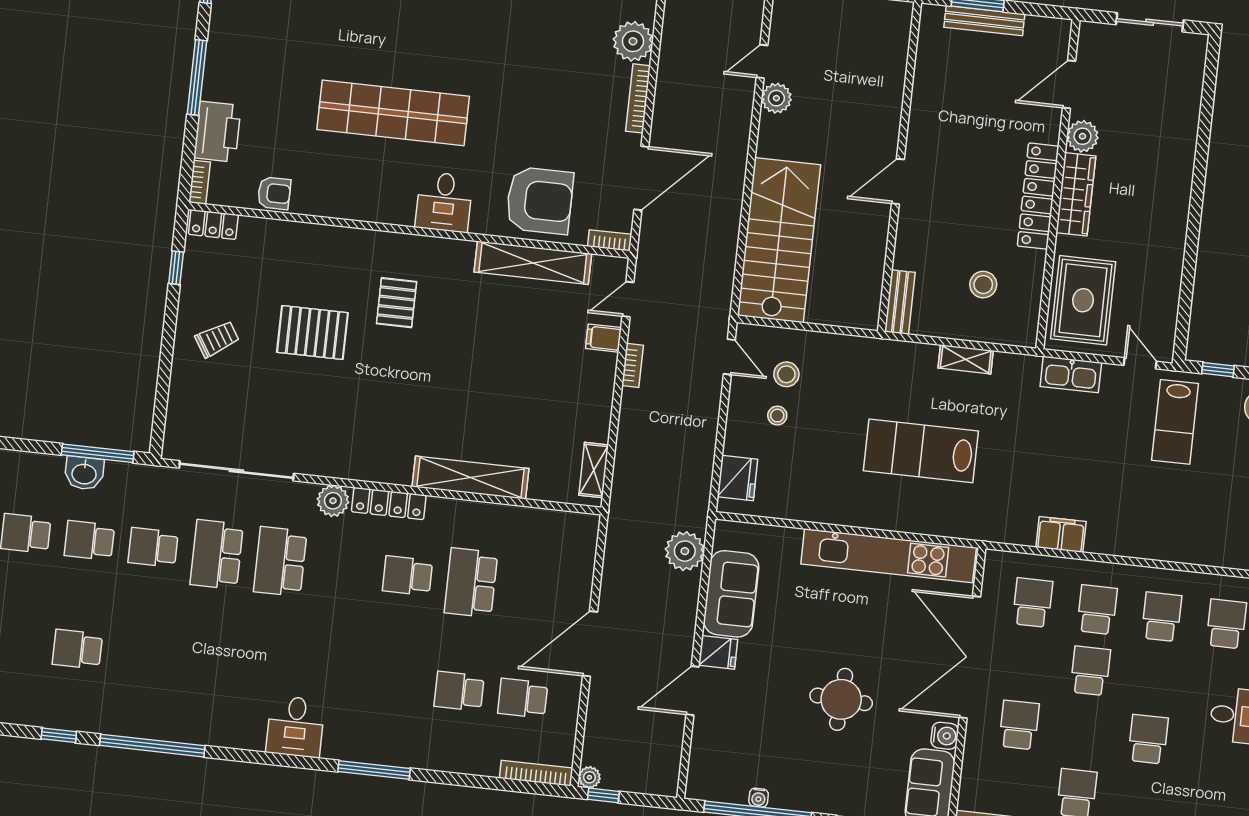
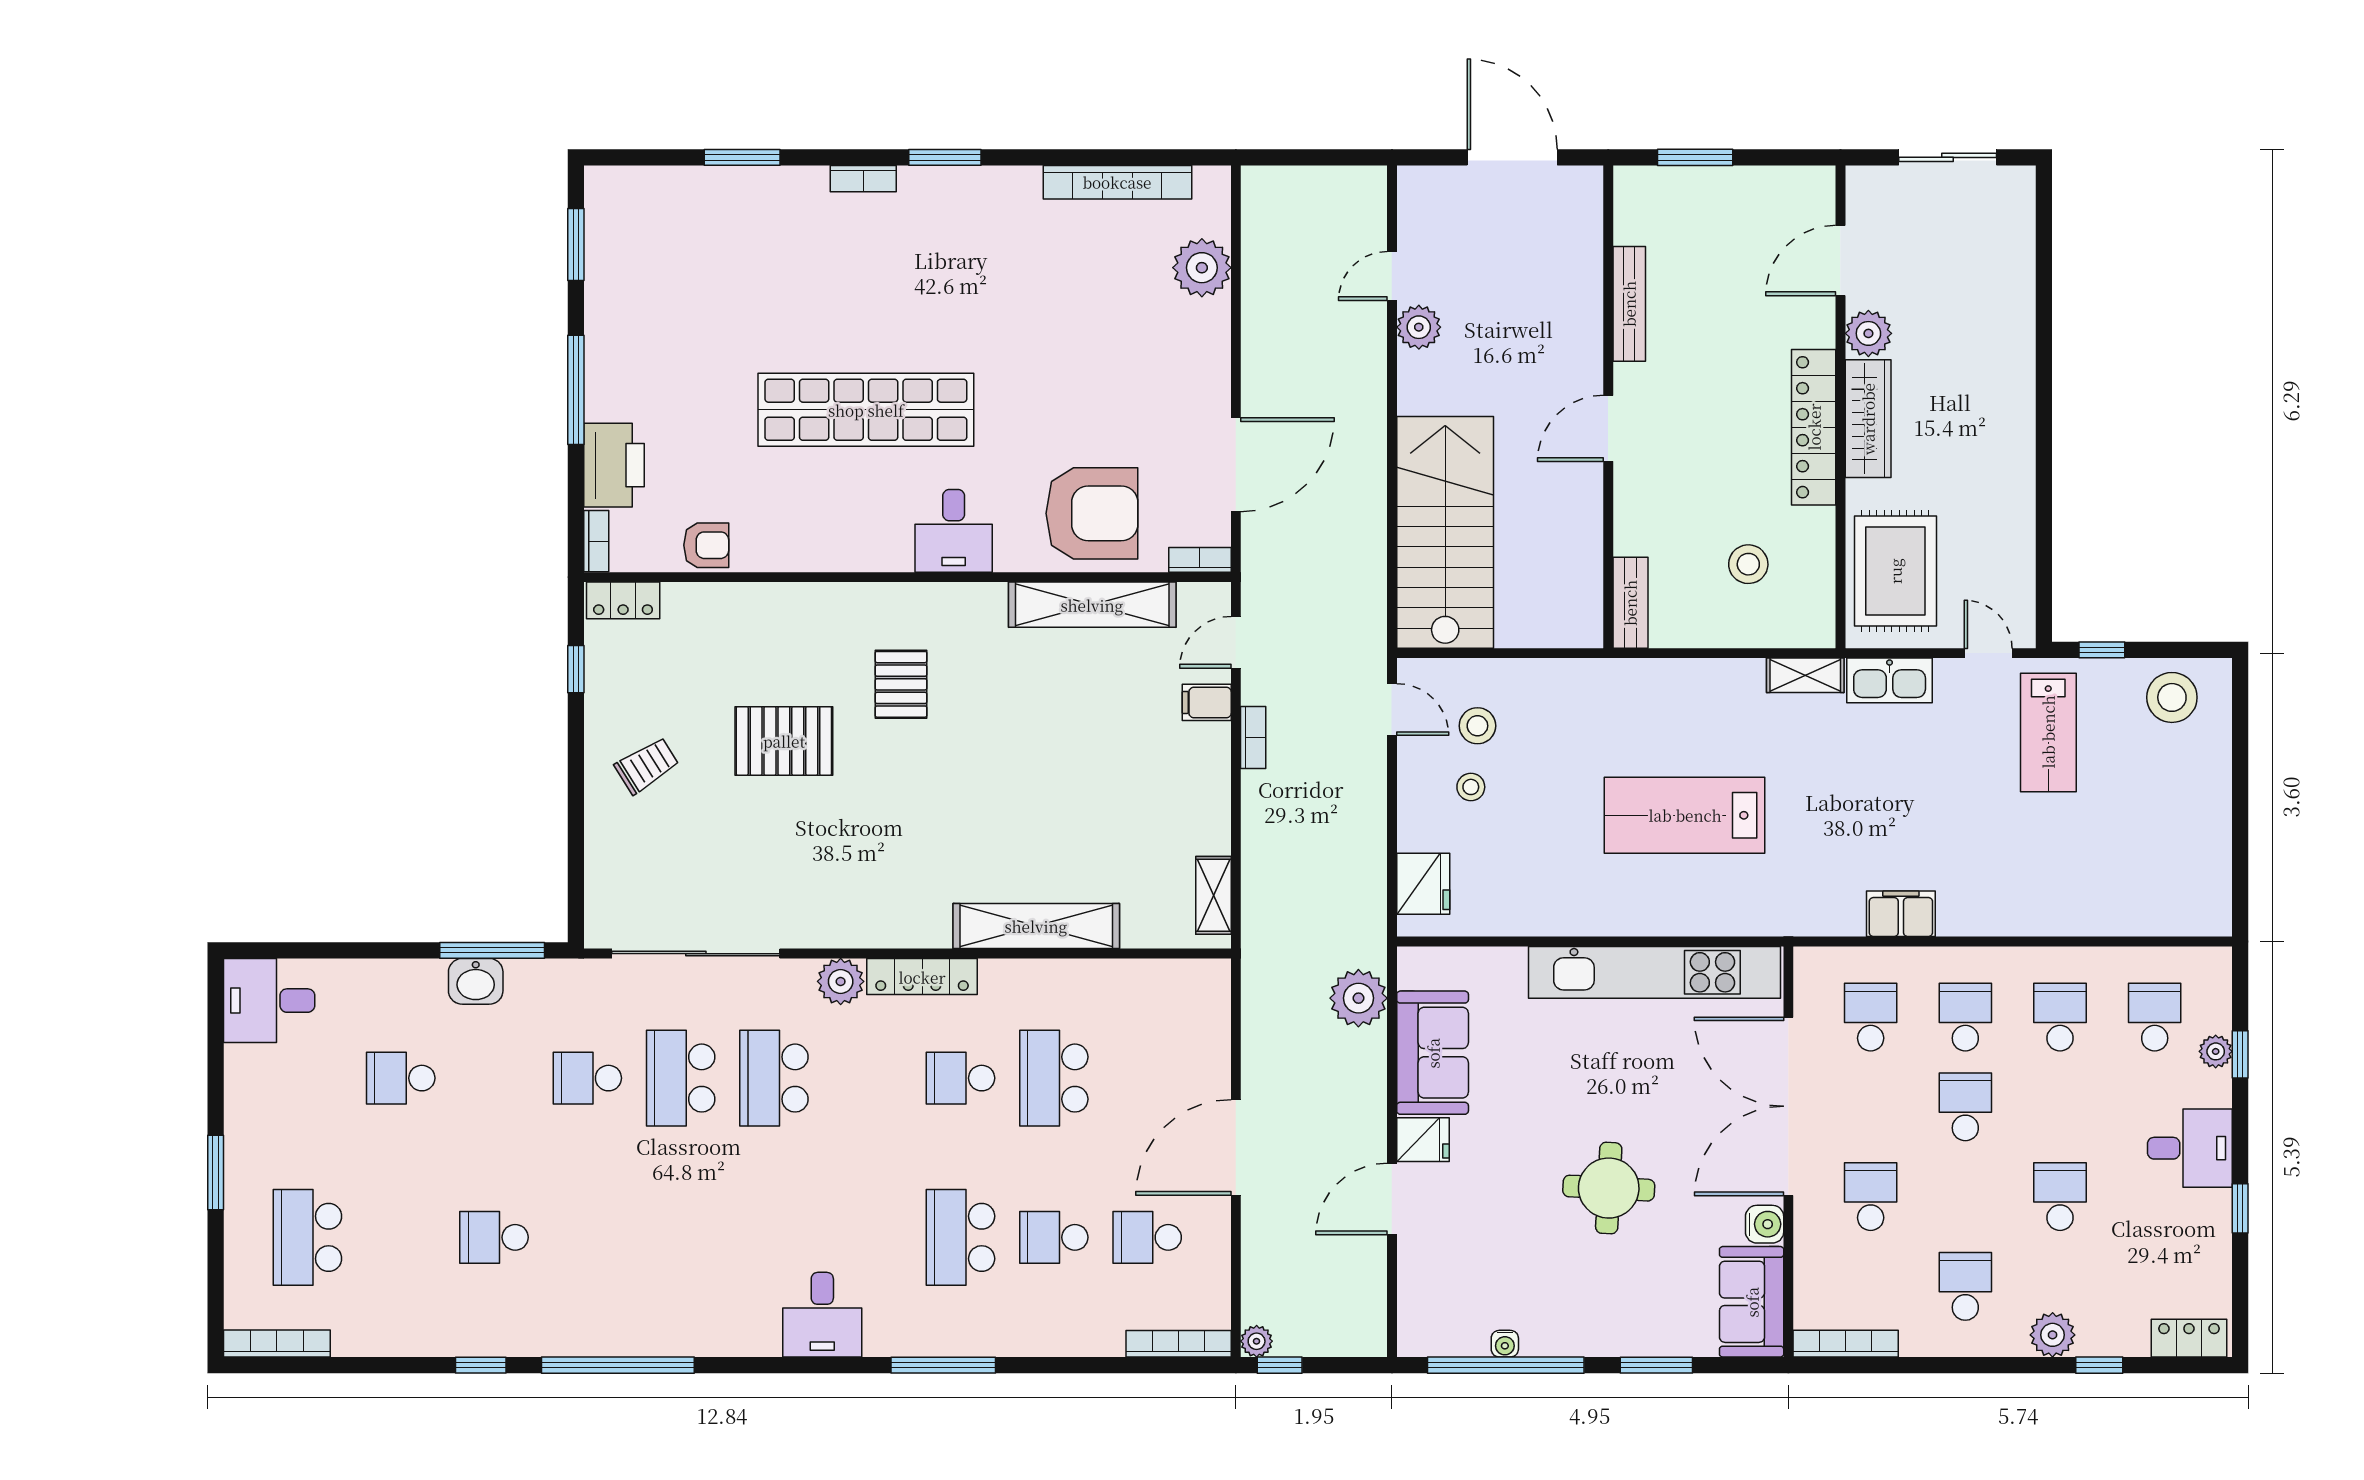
bench: (984, 21) -> (1629, 304), moved, turned 90
bookcase: (638, 98) -> (1218, 350), removed
shelving: (966, 359) -> (1805, 675), moved
school desk: (89, 540) -> (961, 1237), moved, width x1.85

